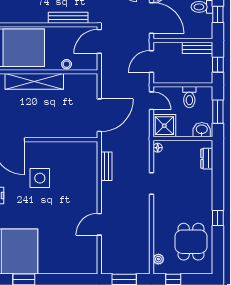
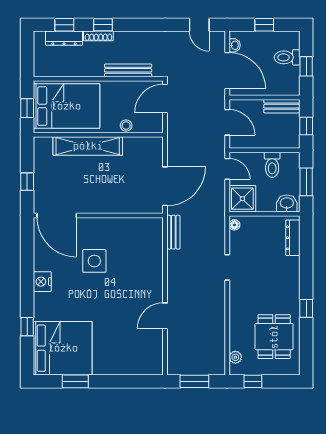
door: (152, 61) -> (227, 122), swing flipped
dresser: (207, 159) -> (293, 238), width x1.44
bench: (106, 166) -> (173, 232), moved

